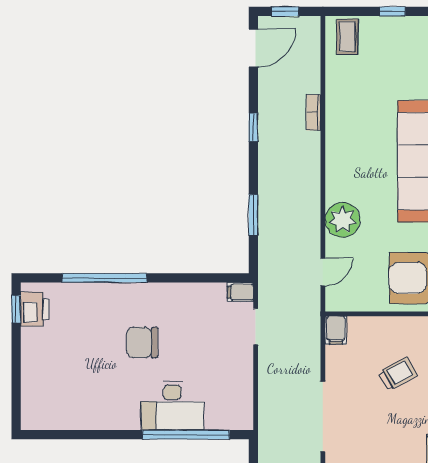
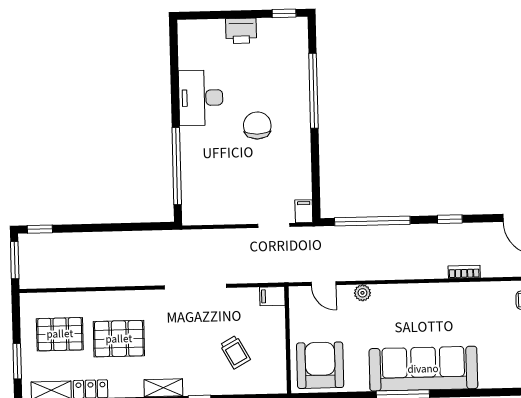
window: (253, 215) -> (372, 221), width x2.11
plant: (343, 220) -> (362, 293), width x0.53, depth x0.53
printer: (35, 309) -> (241, 31), moved
desk: (172, 406) -> (201, 98), moved

